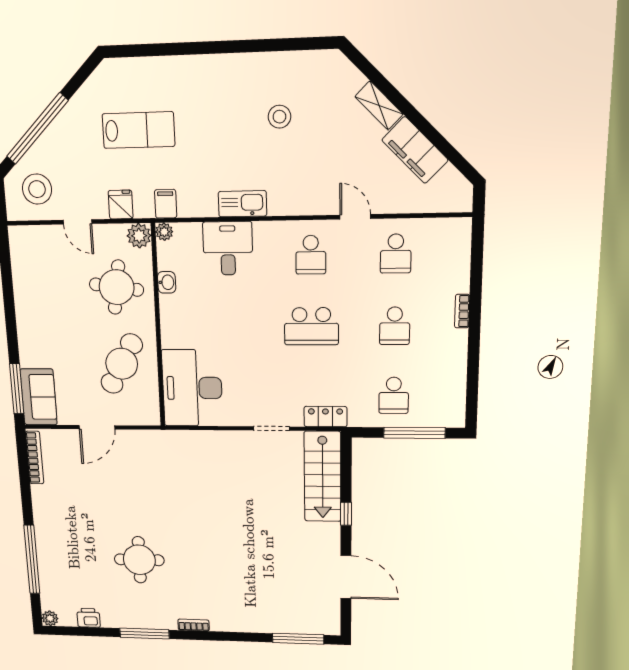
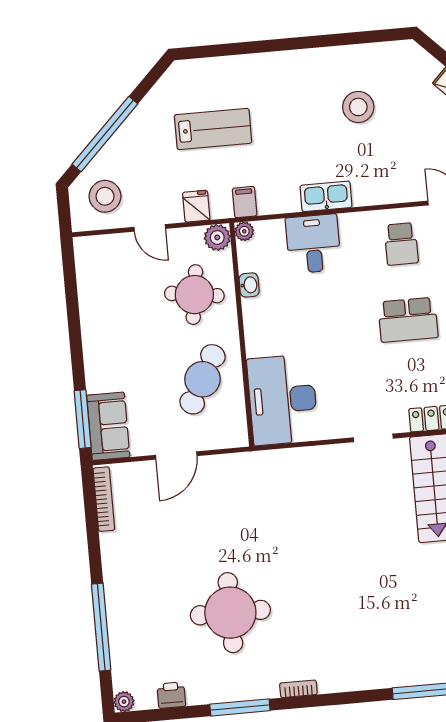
stool: (279, 117) -> (358, 107), width x1.38, depth x1.38
round table: (139, 560) -> (230, 613), width x1.36, depth x1.36

